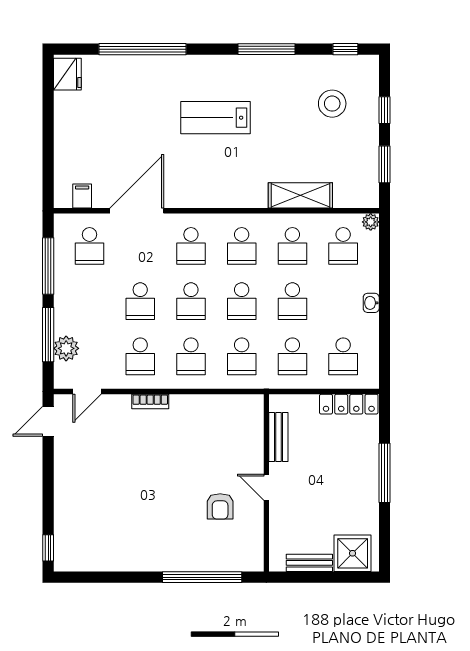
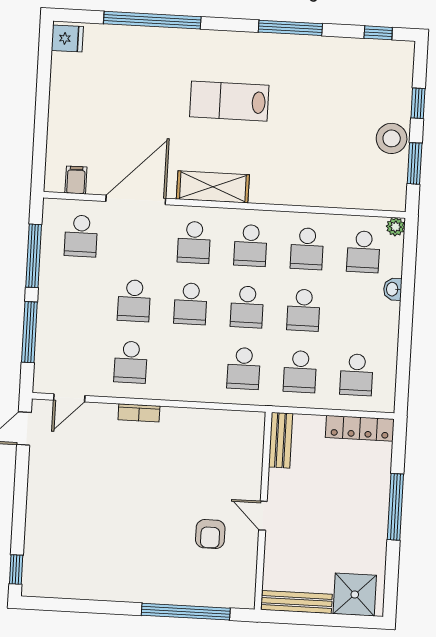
fridge: (67, 74) -> (67, 38), width x0.72
stool: (332, 104) -> (392, 138), moved
shelving: (300, 195) -> (213, 187), moved
washbasin: (371, 303) -> (393, 289), moved
plant: (66, 348) -> (49, 349), removed
school desk: (191, 356) -> (187, 365), removed
bench: (278, 437) -> (281, 440), moved
bench: (309, 563) -> (297, 602), width x1.36

